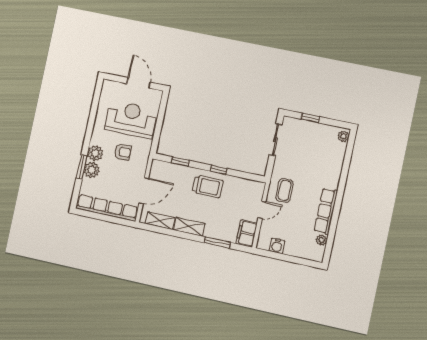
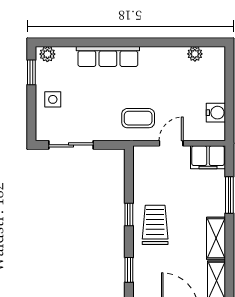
window: (310, 118) -> (31, 72), moved
side table: (310, 134) -> (53, 99), added
door: (262, 210) -> (171, 143), hinge flipped
row of seats: (326, 211) -> (108, 56), moved

